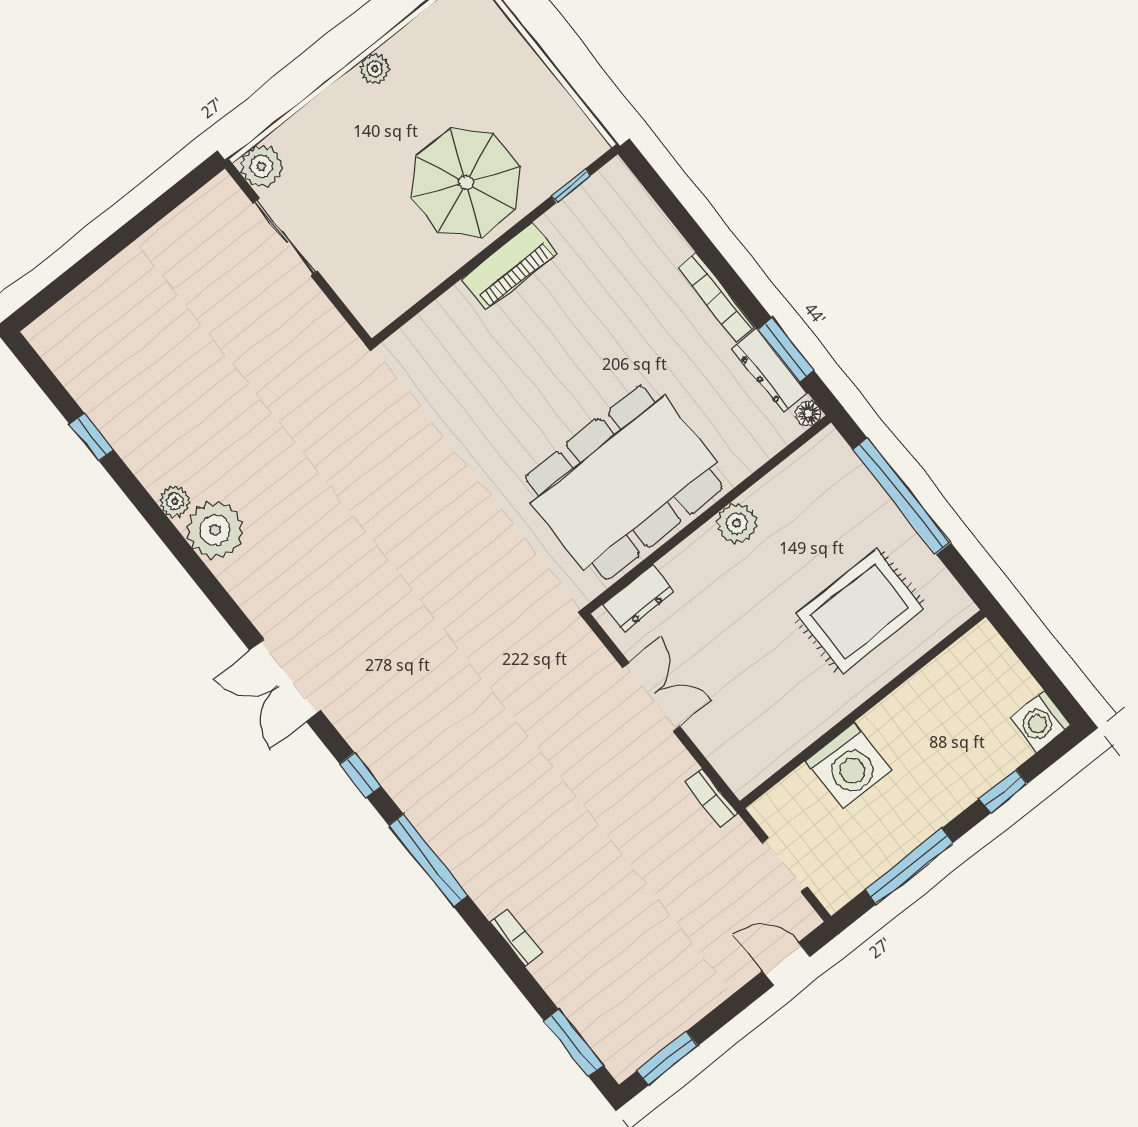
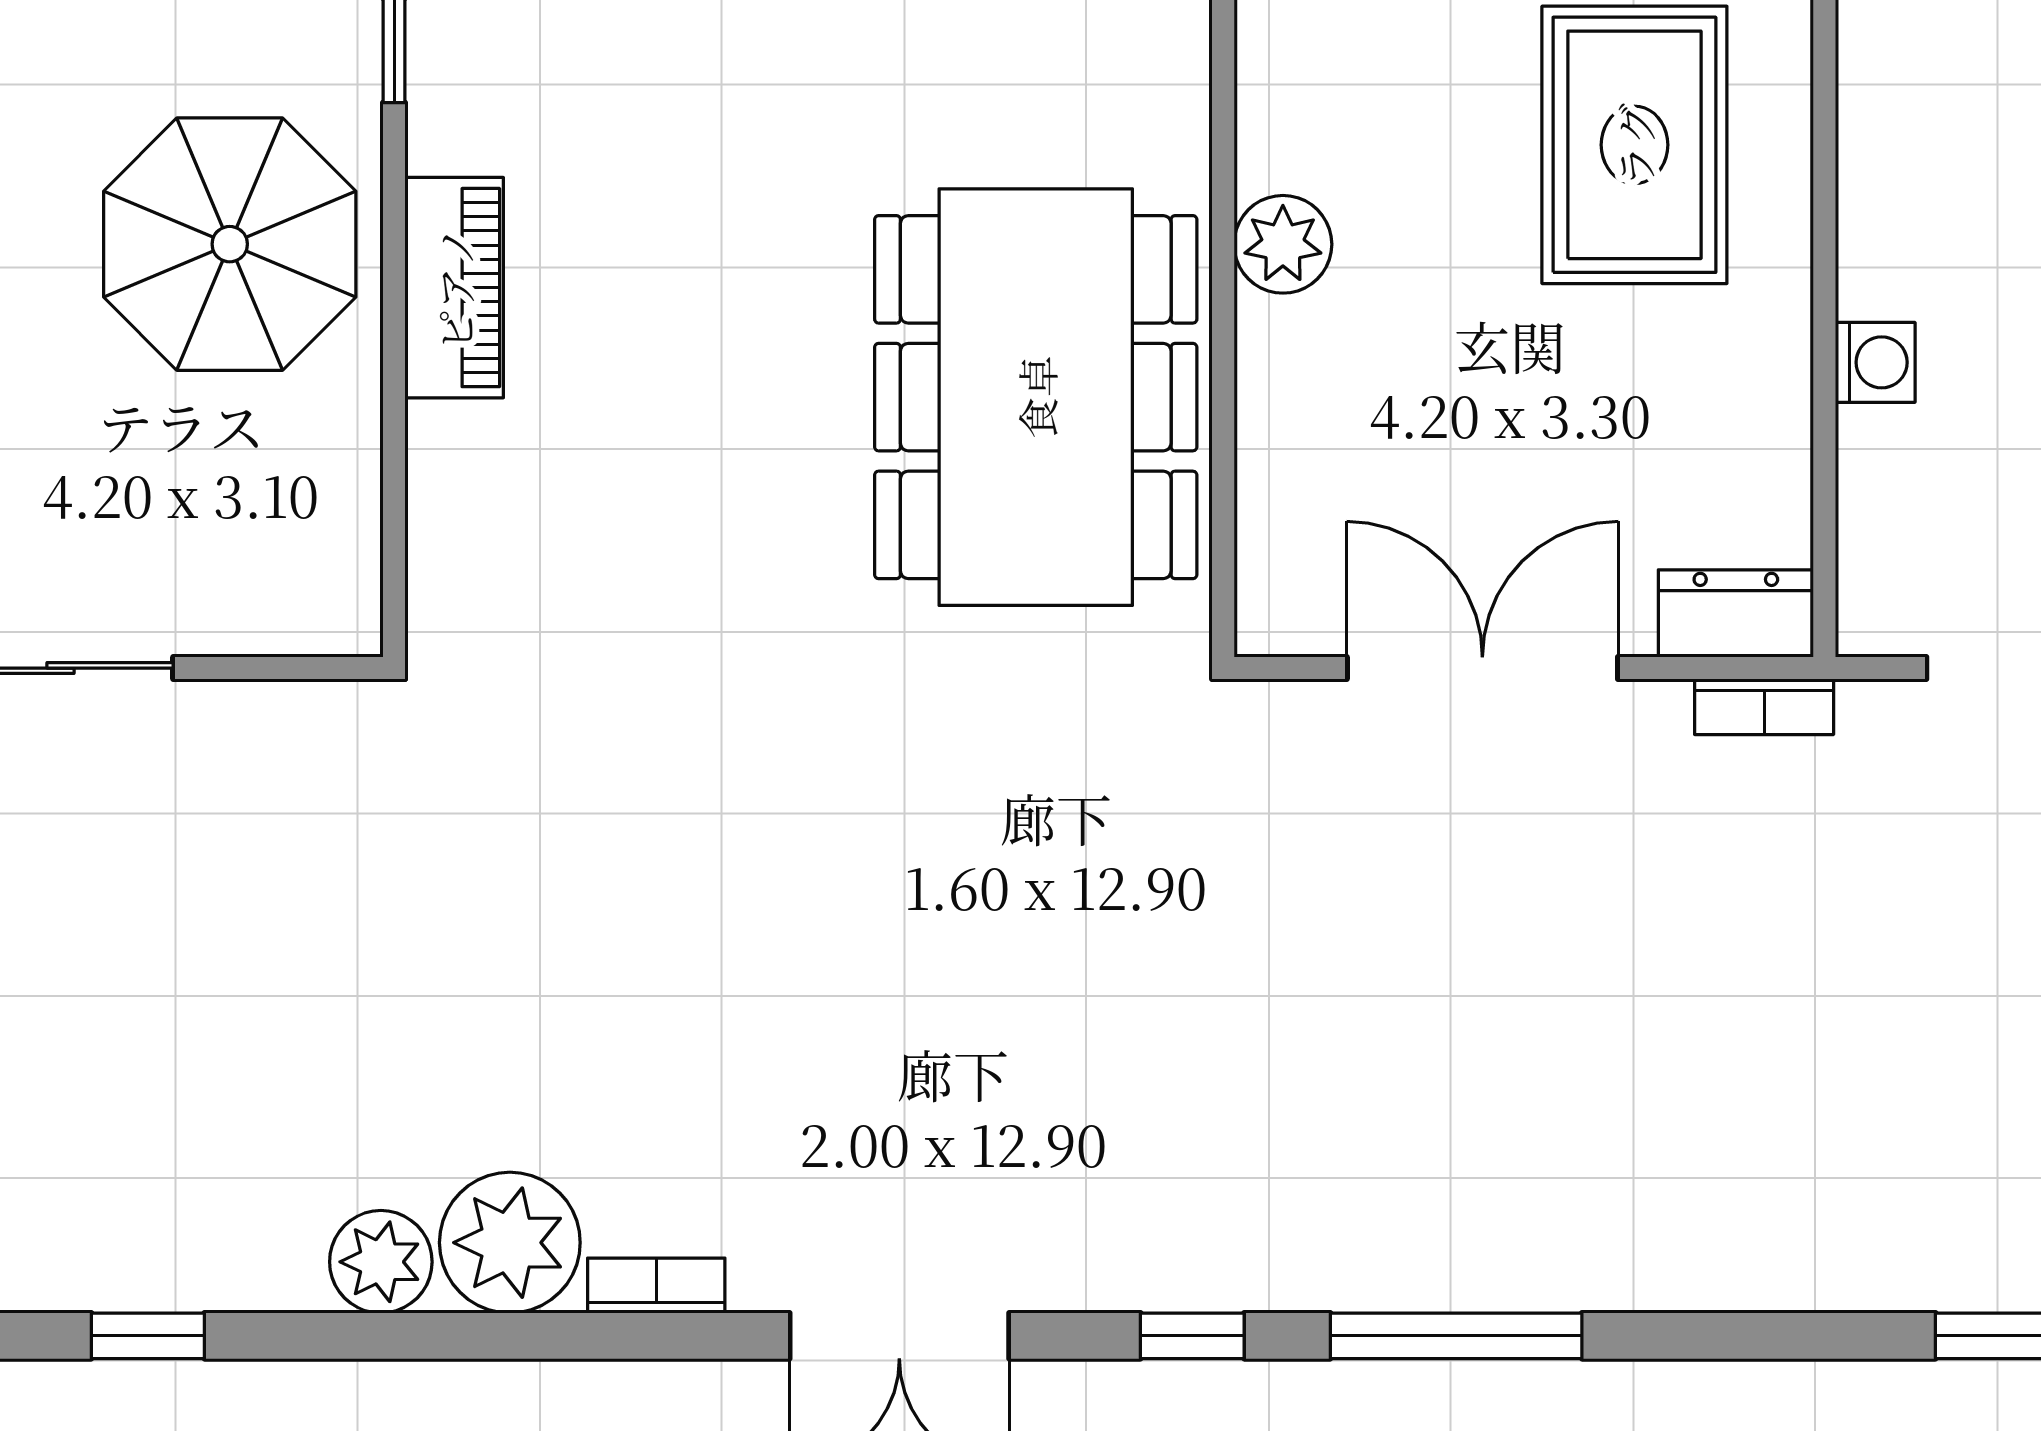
plant: (175, 501) -> (381, 1262), width x1.38, depth x1.38
dresser: (638, 599) -> (1736, 613), moved, turned -90
double door: (651, 697) -> (1482, 668), width x1.37
washing machine: (849, 766) -> (1875, 362), width x0.53, depth x0.53
bookcase: (516, 937) -> (656, 1286), moved

